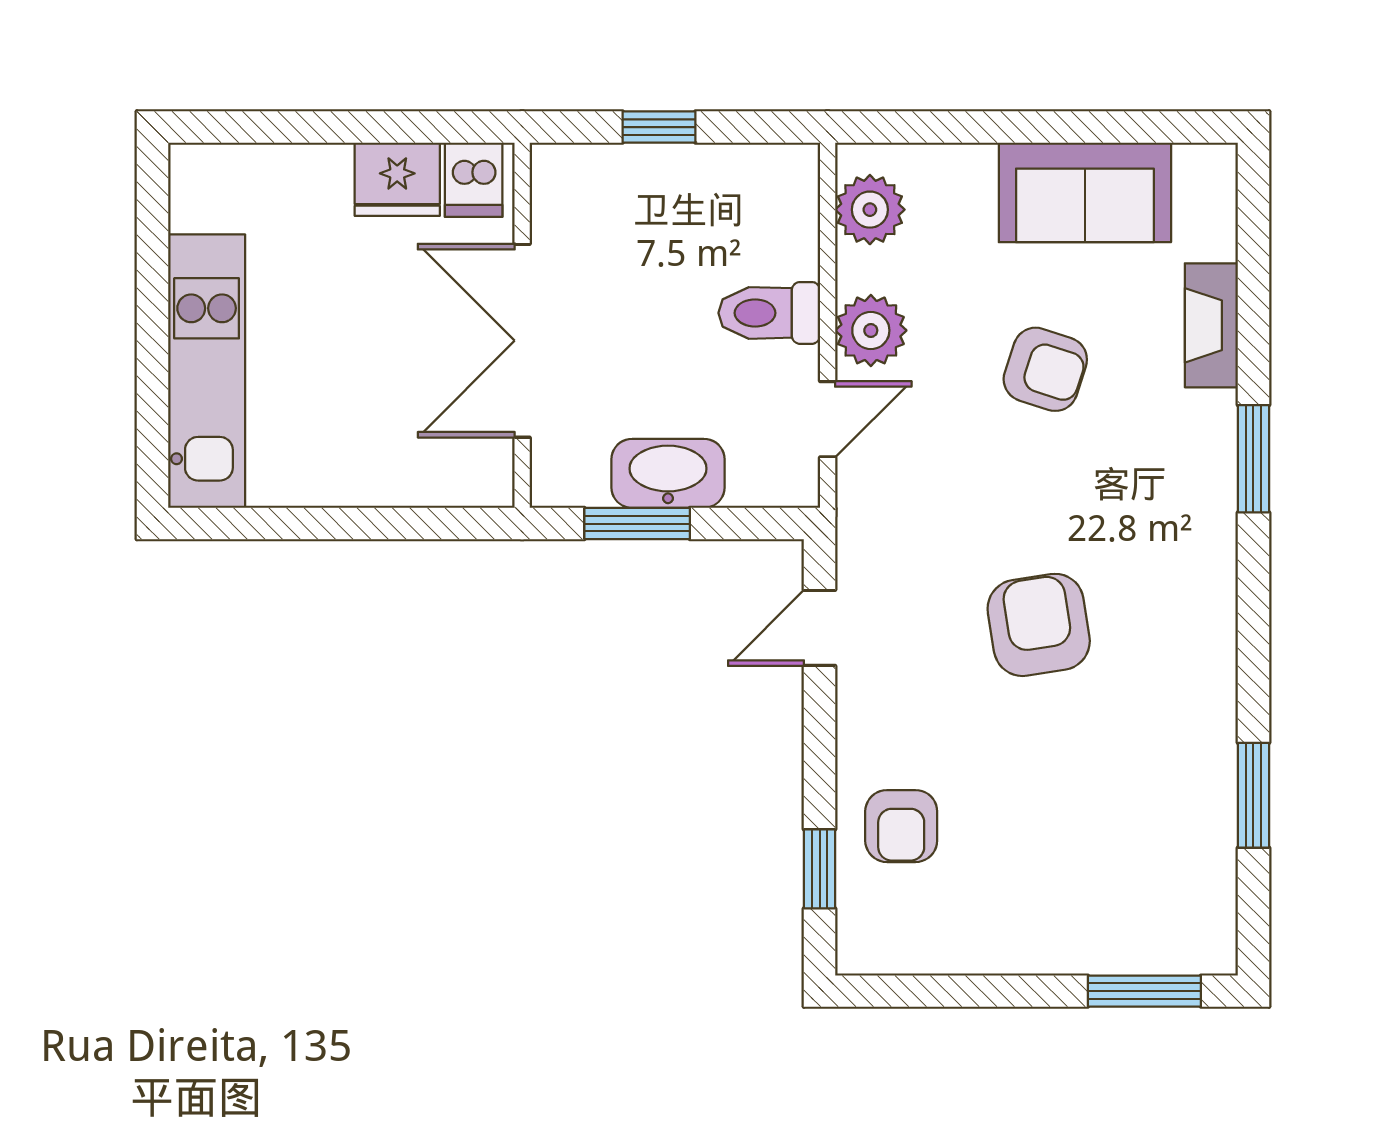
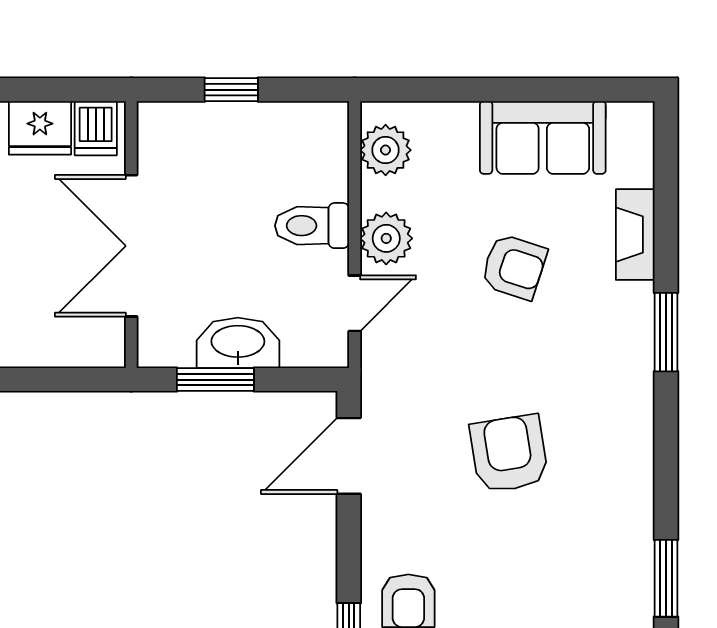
door: (820, 628) -> (349, 456), width x1.38

